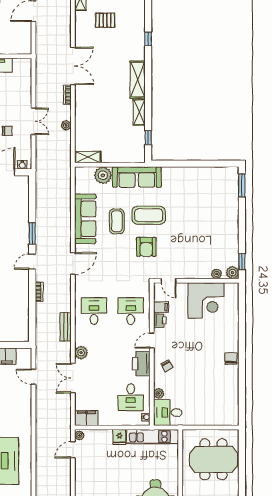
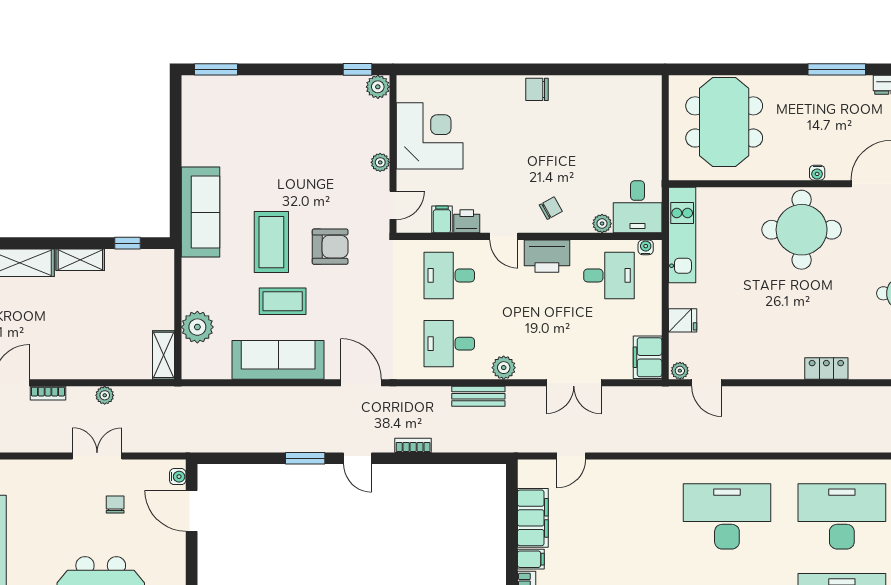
sofa: (137, 177) -> (200, 212), moved
plant: (217, 274) -> (380, 162), moved
plant: (81, 353) -> (504, 368), moved
fridge: (119, 437) -> (683, 320), moved

